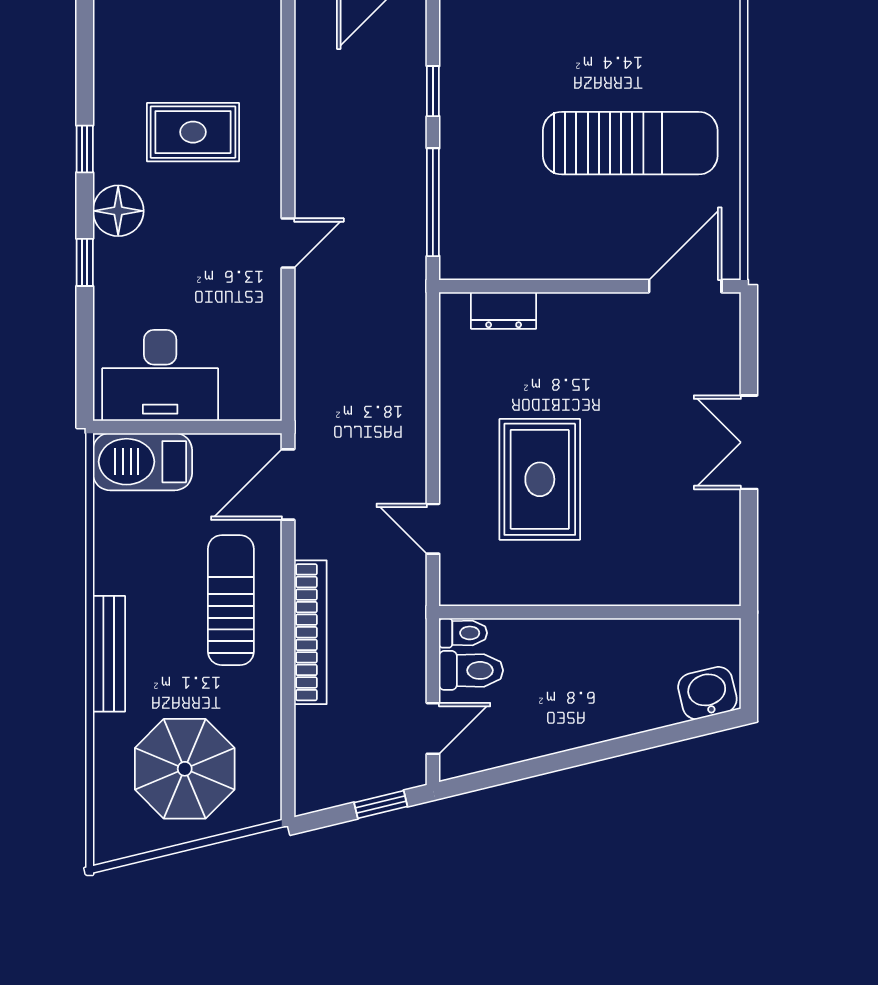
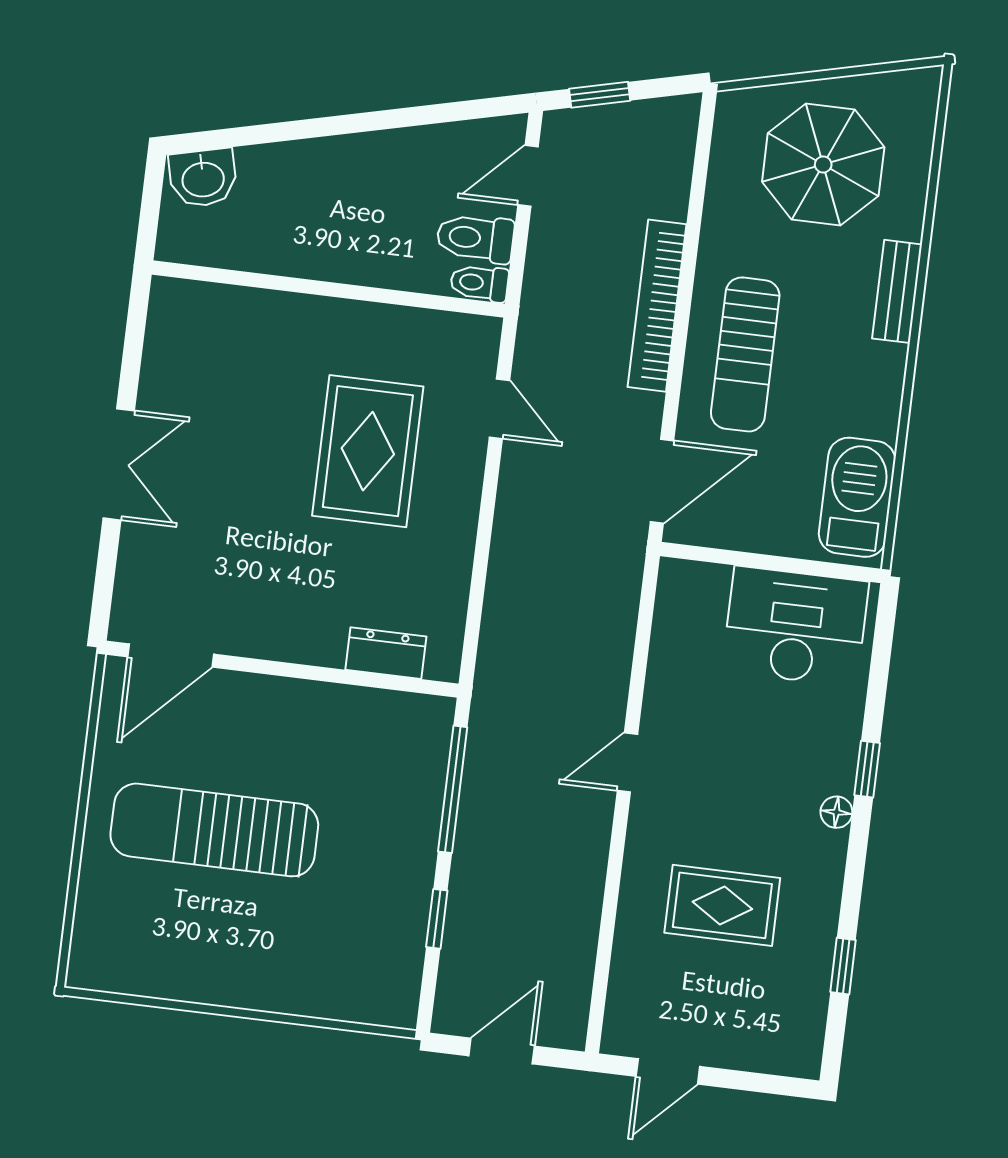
window: (85, 149) -> (843, 966), moved
floor lamp: (118, 211) -> (836, 812), width x0.53, depth x0.53
barbecue: (142, 462) -> (857, 497), moved, turned -90
bench: (109, 654) -> (897, 291), width x0.73

